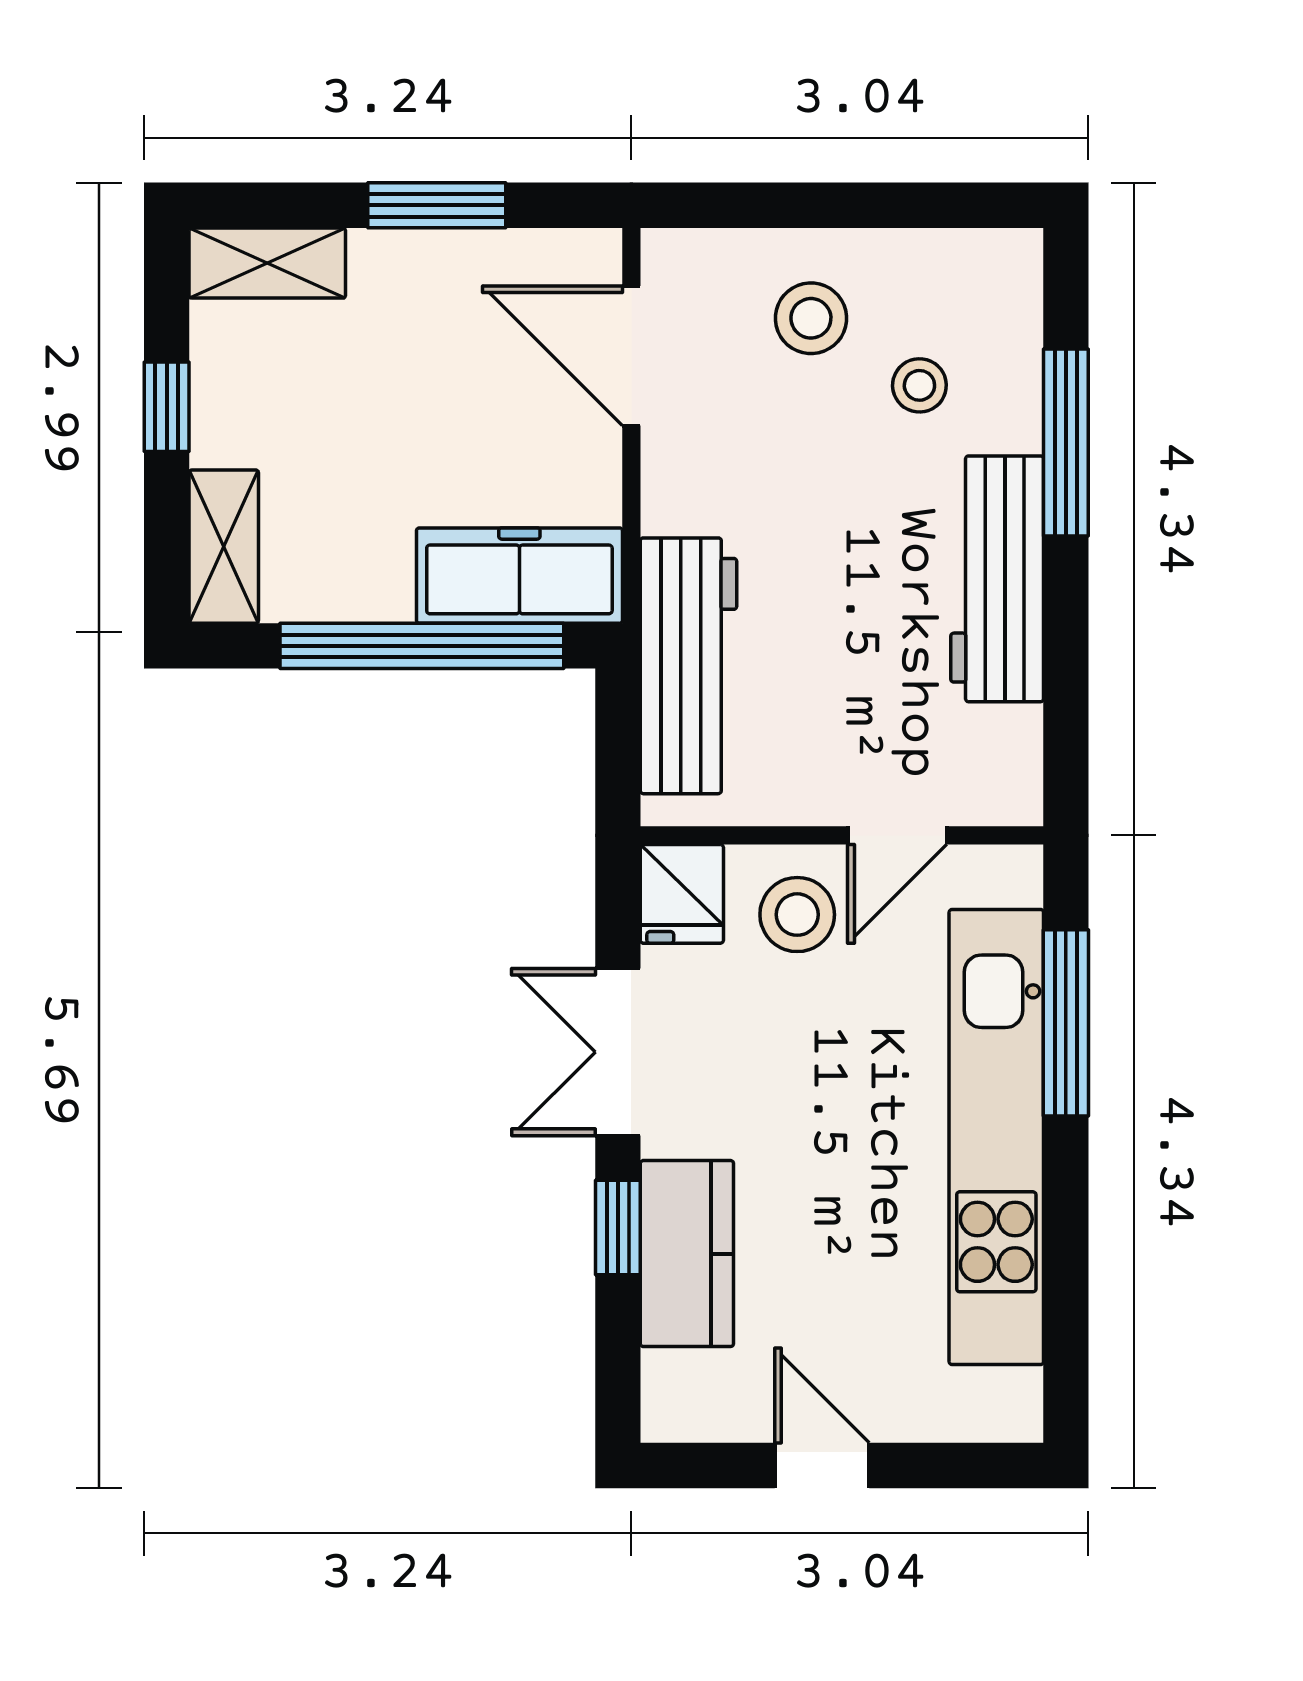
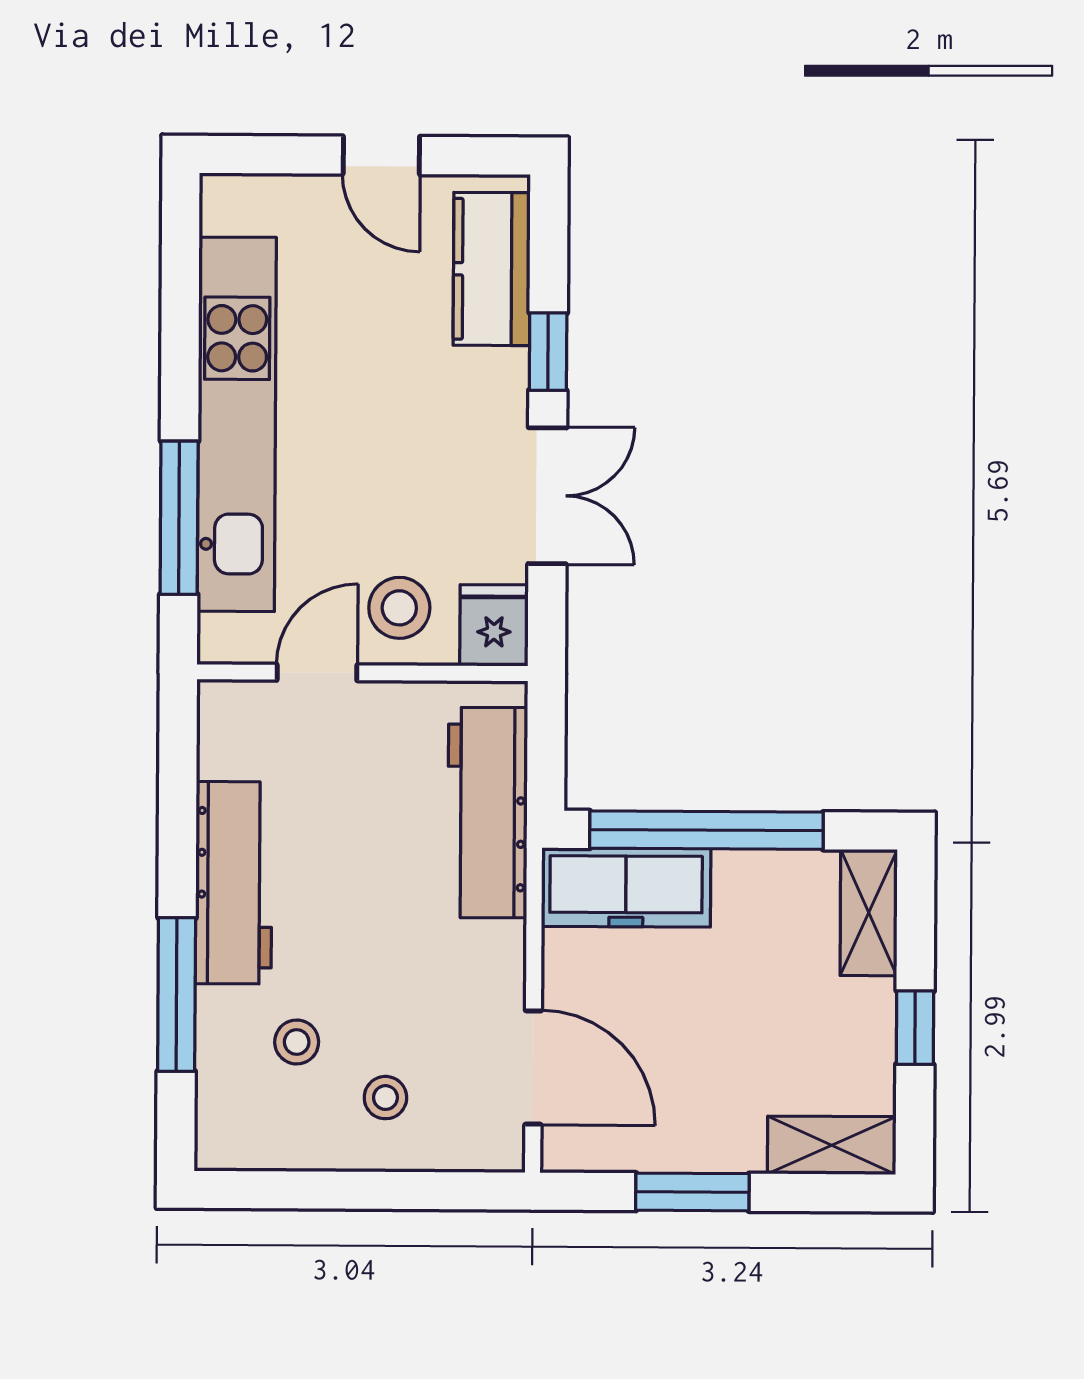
stool: (811, 318) -> (385, 1098), width x0.73, depth x0.73
kitchen counter: (687, 1254) -> (492, 269), moved

